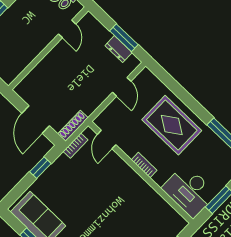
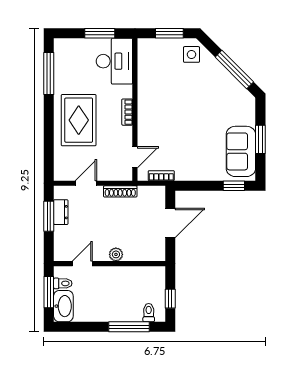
plant: (51, 59) -> (116, 254), added
shoe rack: (73, 126) -> (120, 191), moved
window: (40, 168) -> (234, 186), moved

